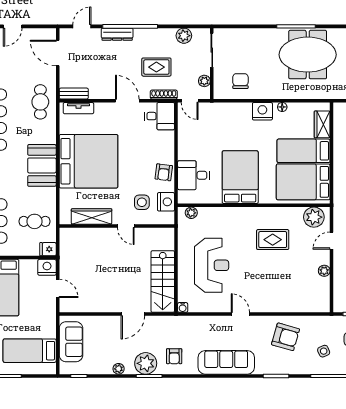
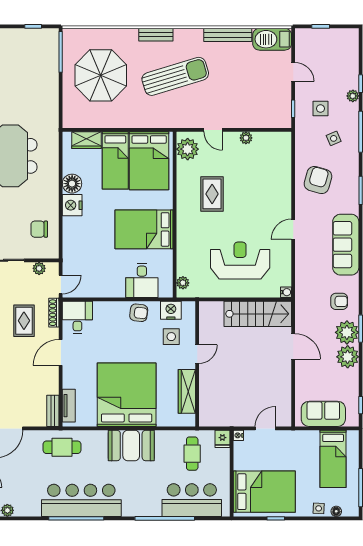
floor lamp: (282, 107) -> (72, 184), width x1.89, depth x1.89
nightstand: (47, 267) -> (238, 435), width x0.53, depth x0.56
plant: (119, 369) -> (348, 357), width x1.87, depth x1.87

